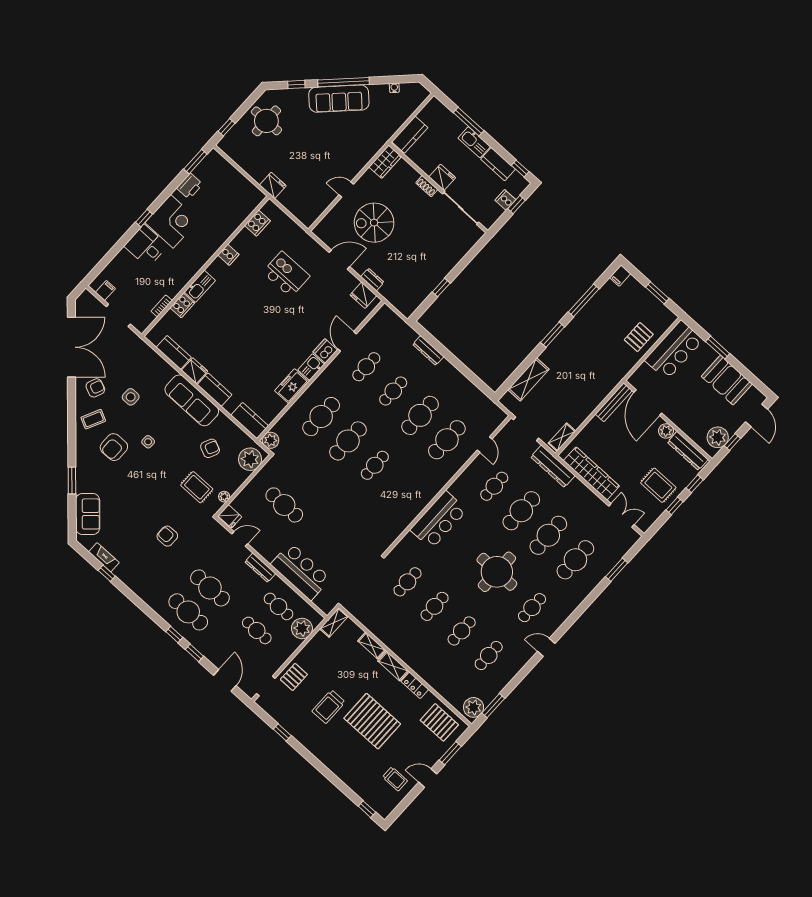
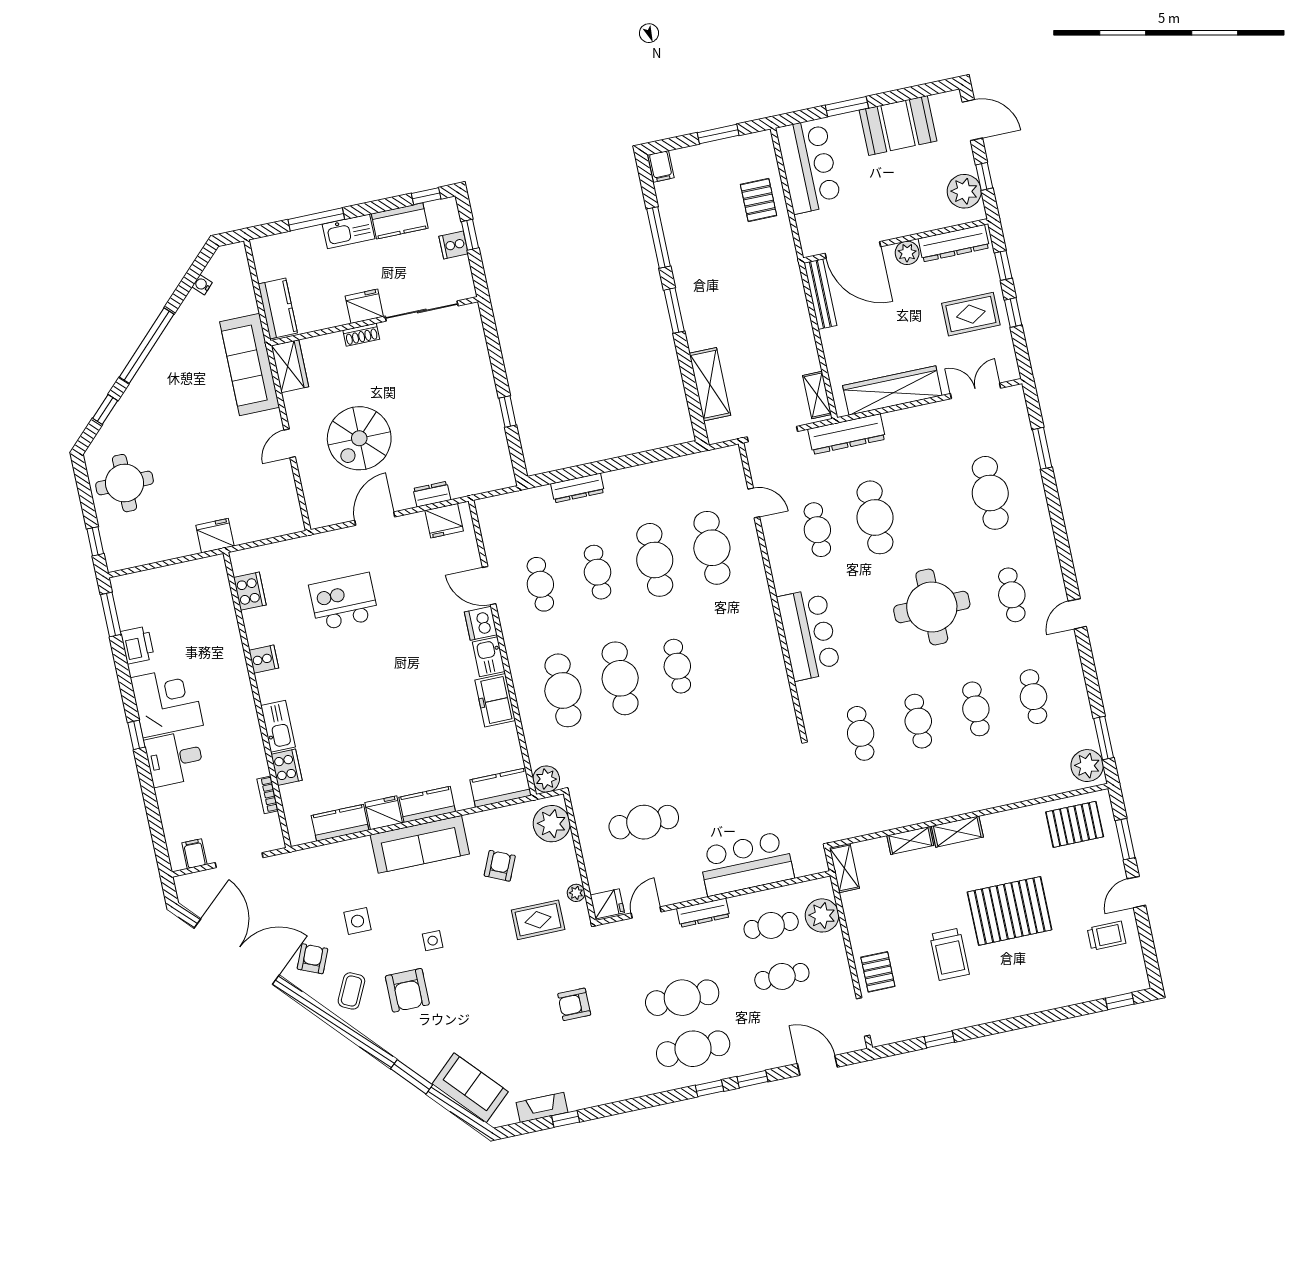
sofa: (339, 99) -> (250, 365), moved, turned 135
cafe table: (548, 535) -> (933, 505), removed
locker: (415, 685) -> (1003, 821), removed

